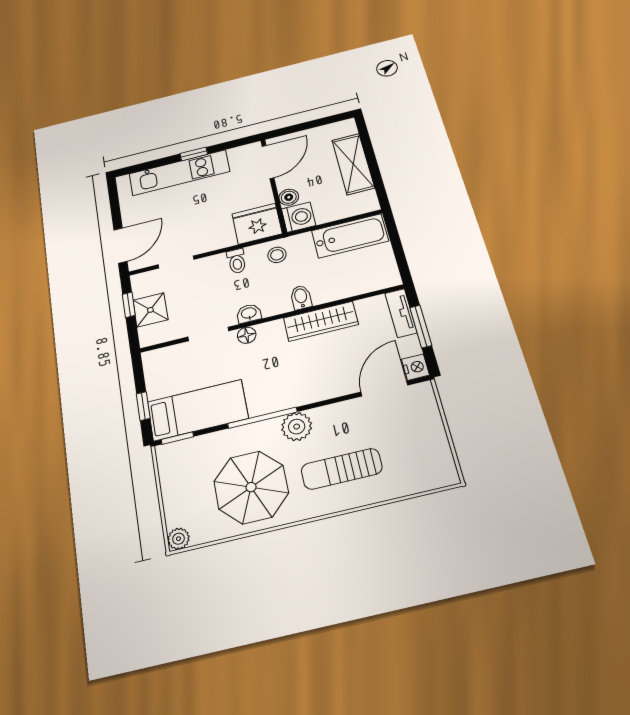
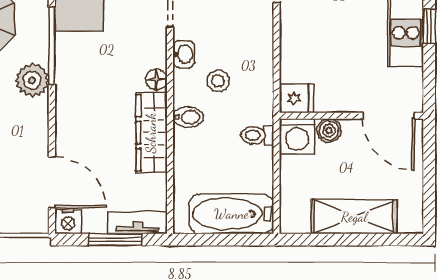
fridge: (257, 224) -> (297, 98), width x0.53, depth x0.75
bathtub: (350, 236) -> (231, 214), moved, turned 90
stool: (277, 255) -> (218, 81), moved
toilet: (237, 261) -> (257, 135), moved
floor lamp: (247, 335) -> (157, 79), moved

